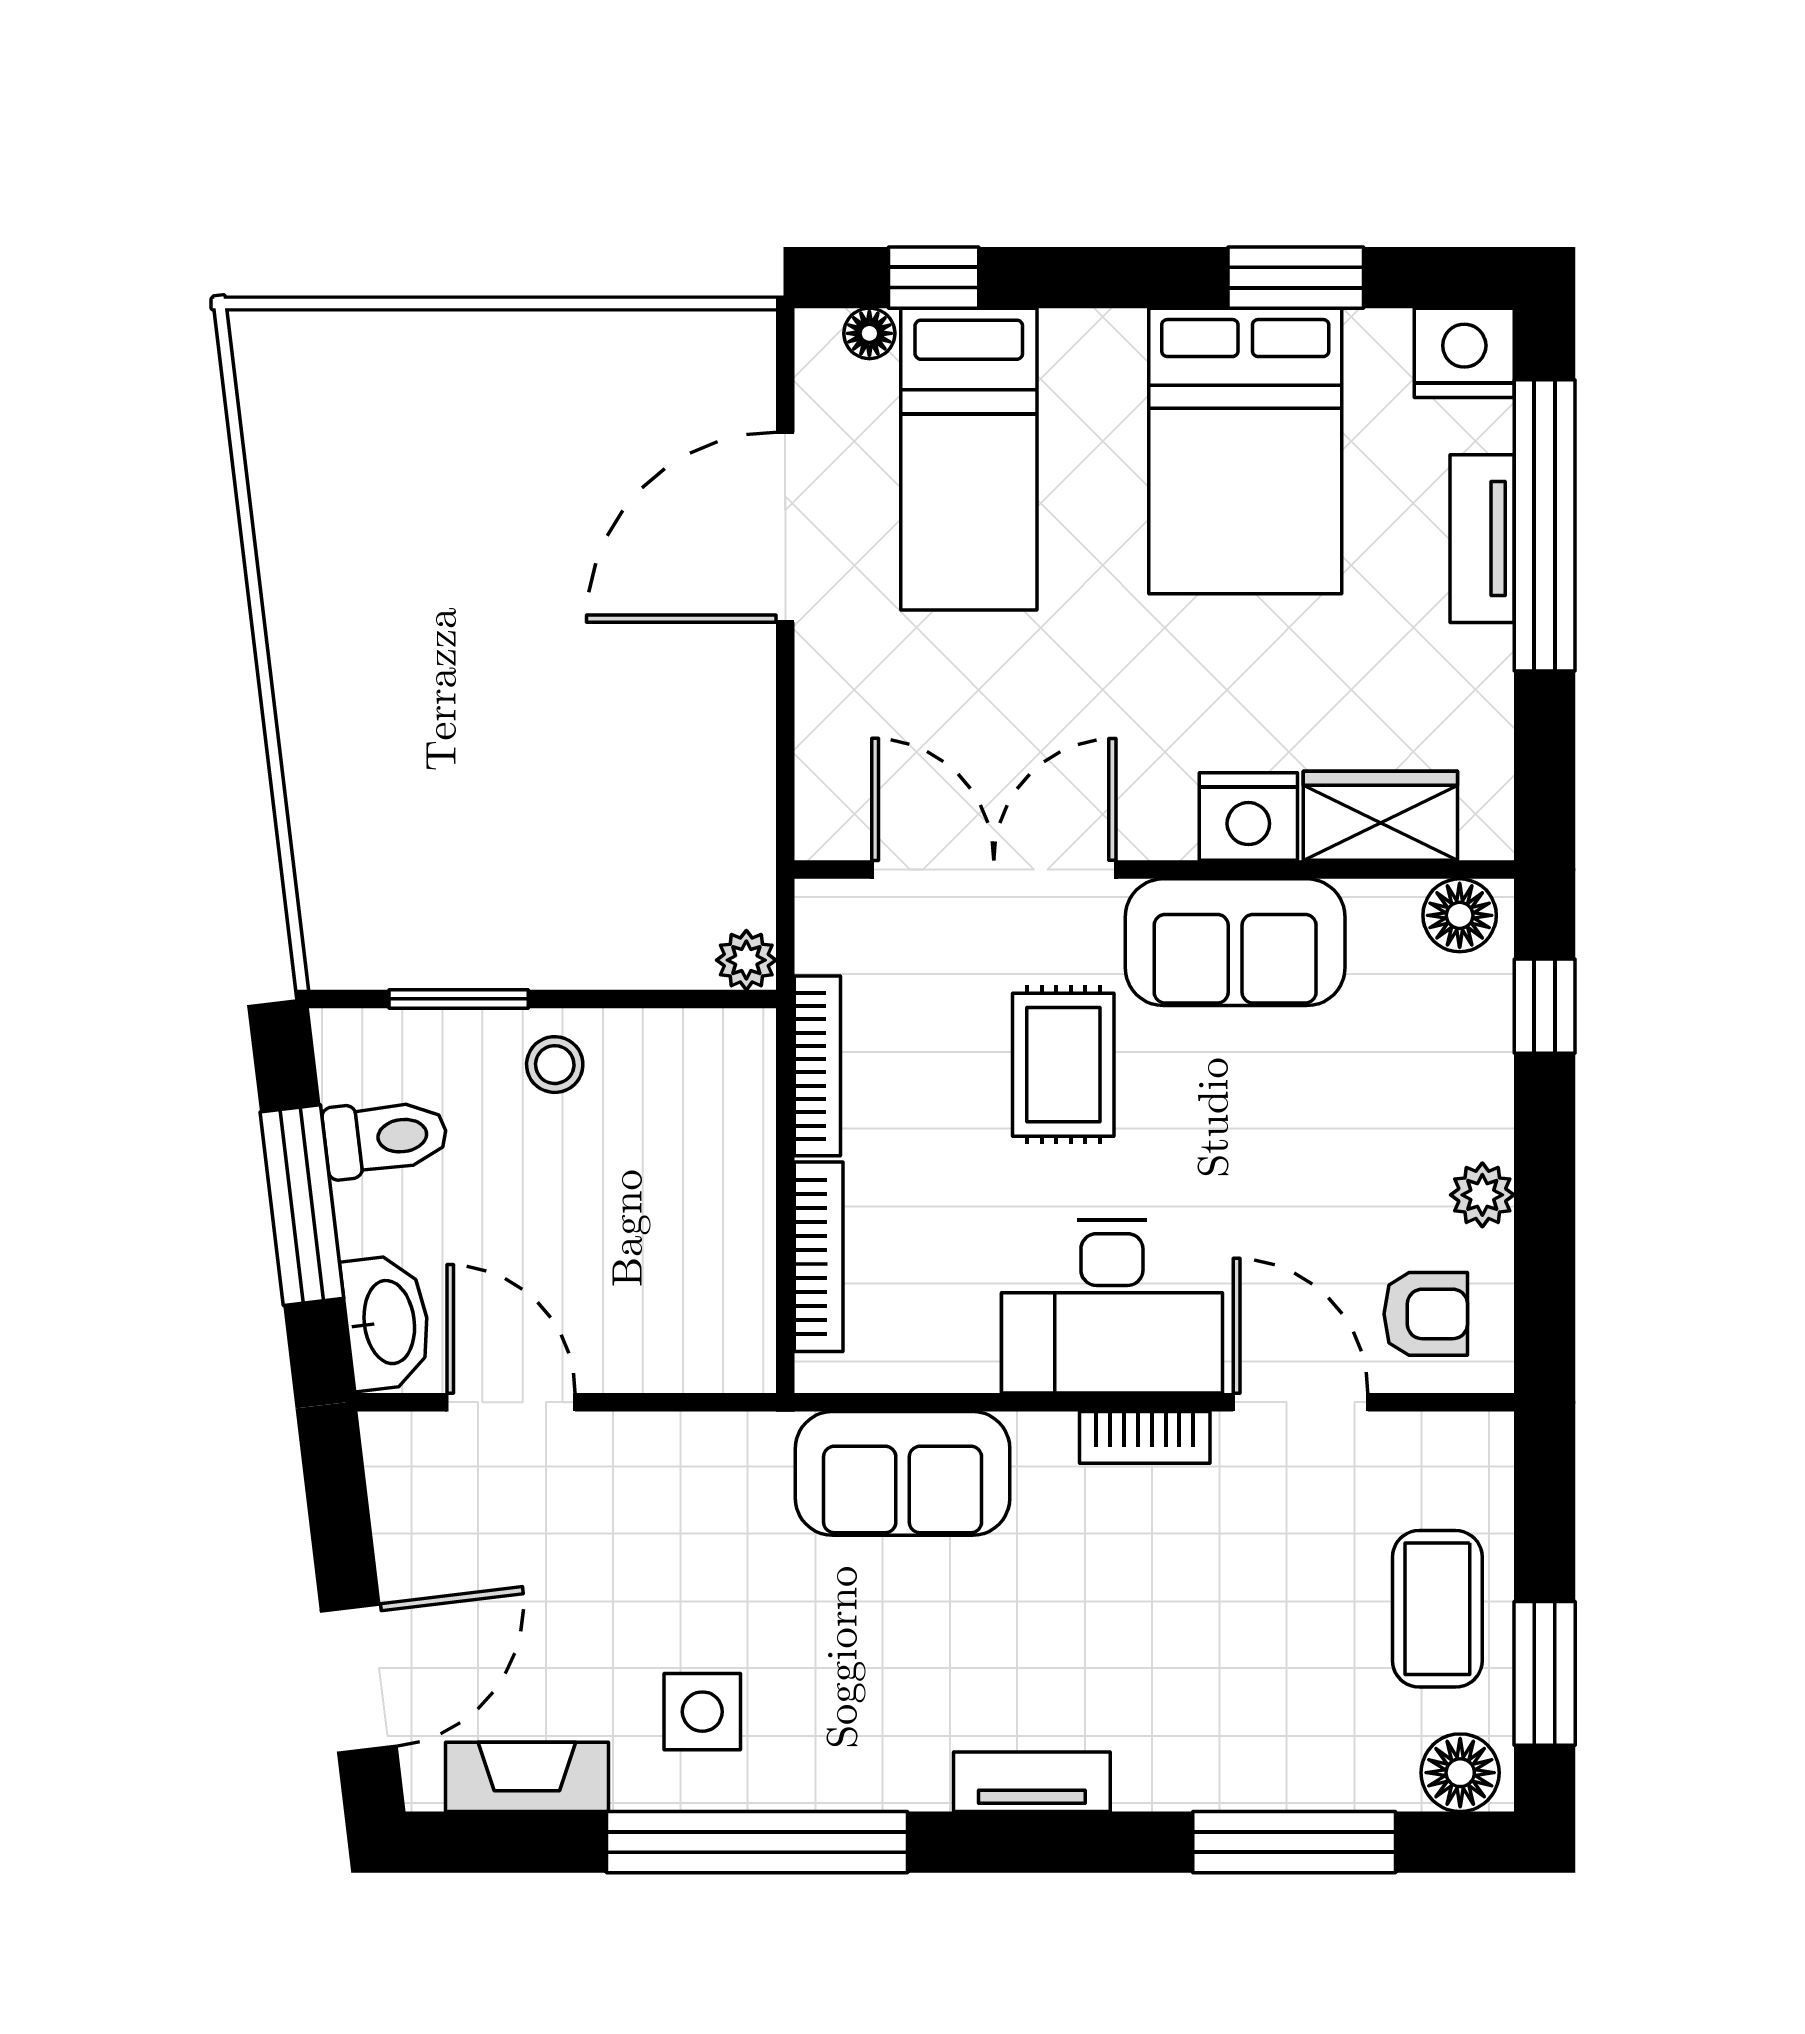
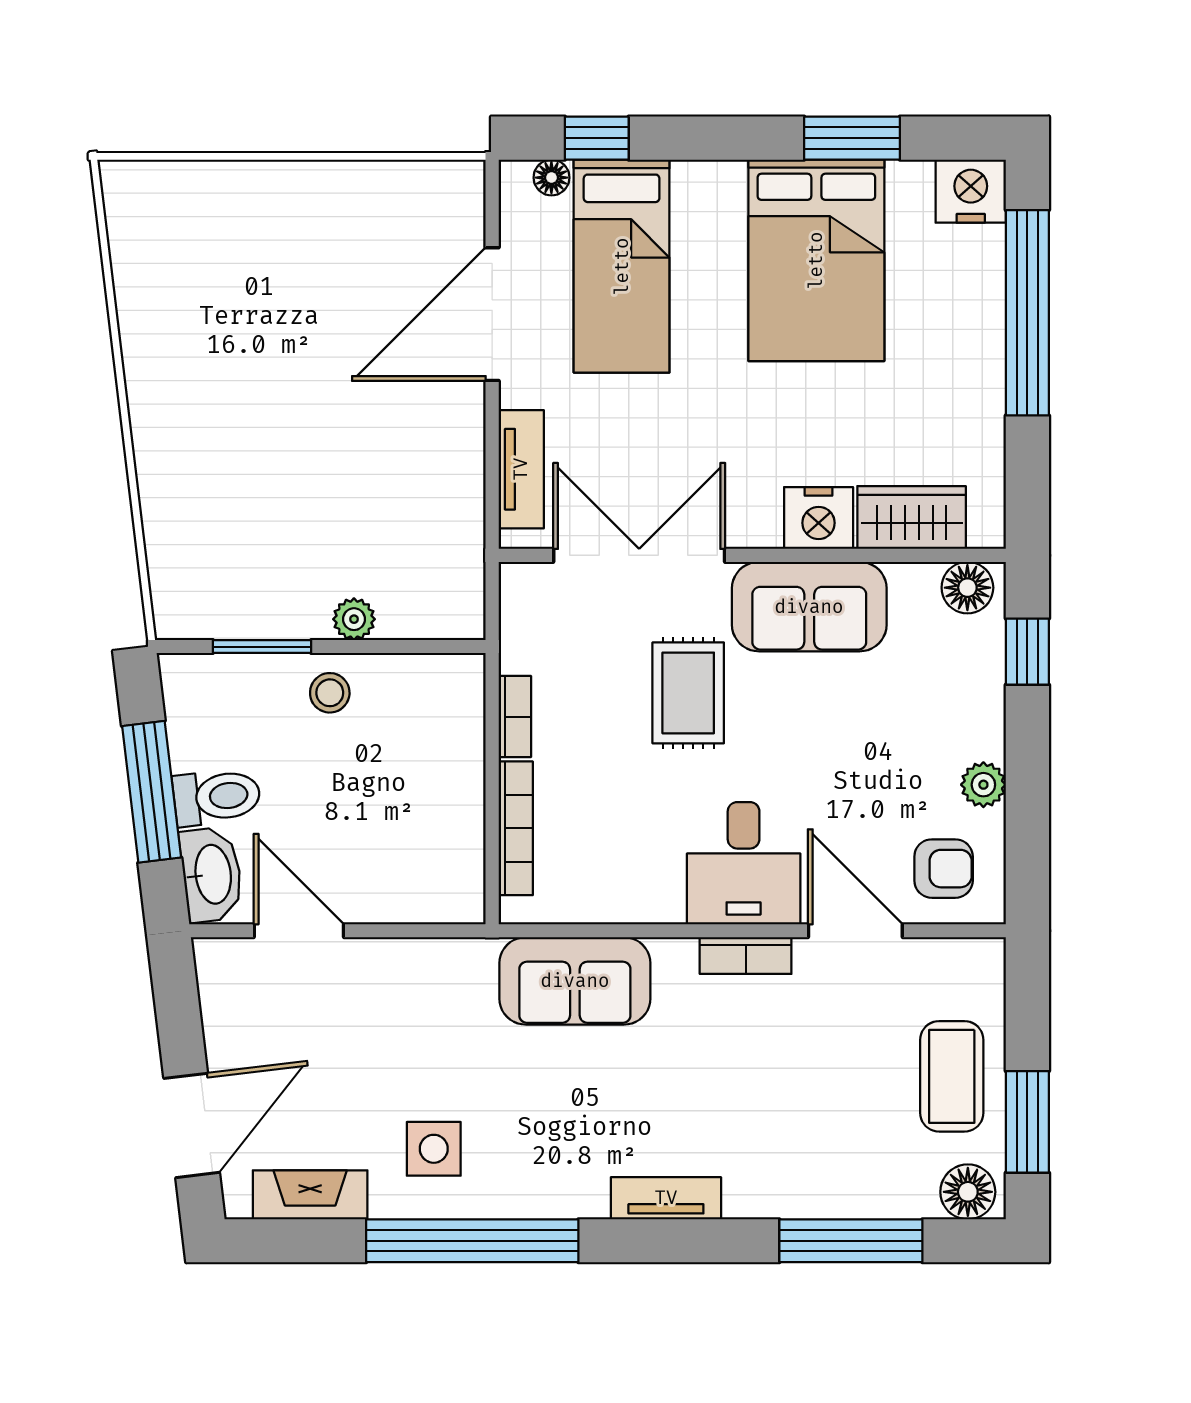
tv unit: (1482, 539) -> (521, 469), moved, turned 180
plant: (746, 960) -> (354, 619), moved
bookcase: (817, 1066) -> (515, 717), width x0.64
toilet: (385, 1138) -> (217, 797), moved
desk: (1112, 1306) -> (744, 863), width x0.73

